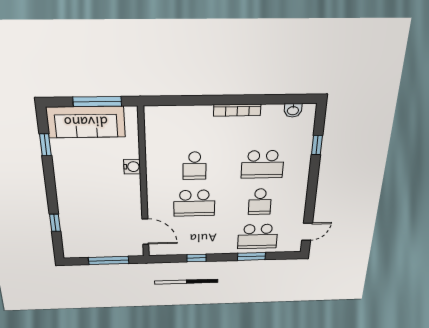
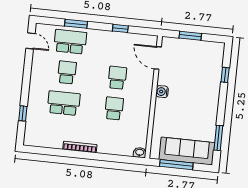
washbasin: (293, 110) -> (140, 153), moved
window: (45, 145) -> (218, 138), width x1.50
water cooler: (132, 167) -> (162, 92), moved
school desk: (194, 203) -> (117, 78), width x0.54
door: (307, 232) -> (30, 41), swing flipped
window: (109, 260) -> (190, 36), width x0.69

